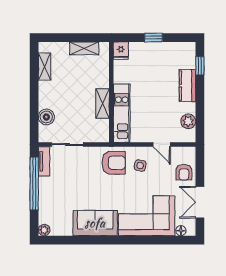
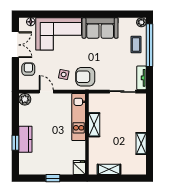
window: (200, 66) -> (15, 143), moved
shelving: (45, 67) -> (141, 143), moved
boiler: (46, 117) -> (140, 114), removed
plant: (188, 121) -> (25, 99), moved
window: (34, 183) -> (150, 45), moved
coffee table: (51, 203) -> (136, 44), added

